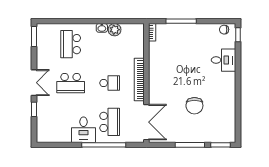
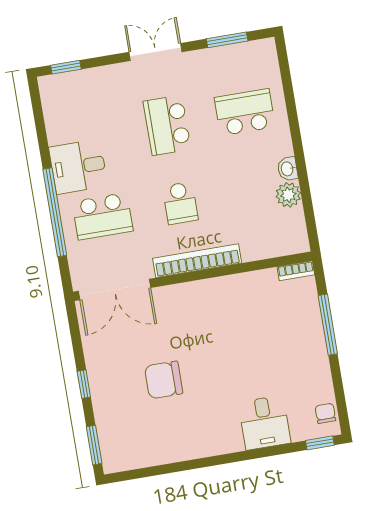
window: (34, 36) -> (227, 40), moved
double door: (34, 83) -> (156, 52), swing flipped
window: (34, 109) -> (66, 67), moved
window: (190, 145) -> (84, 384), width x0.46

